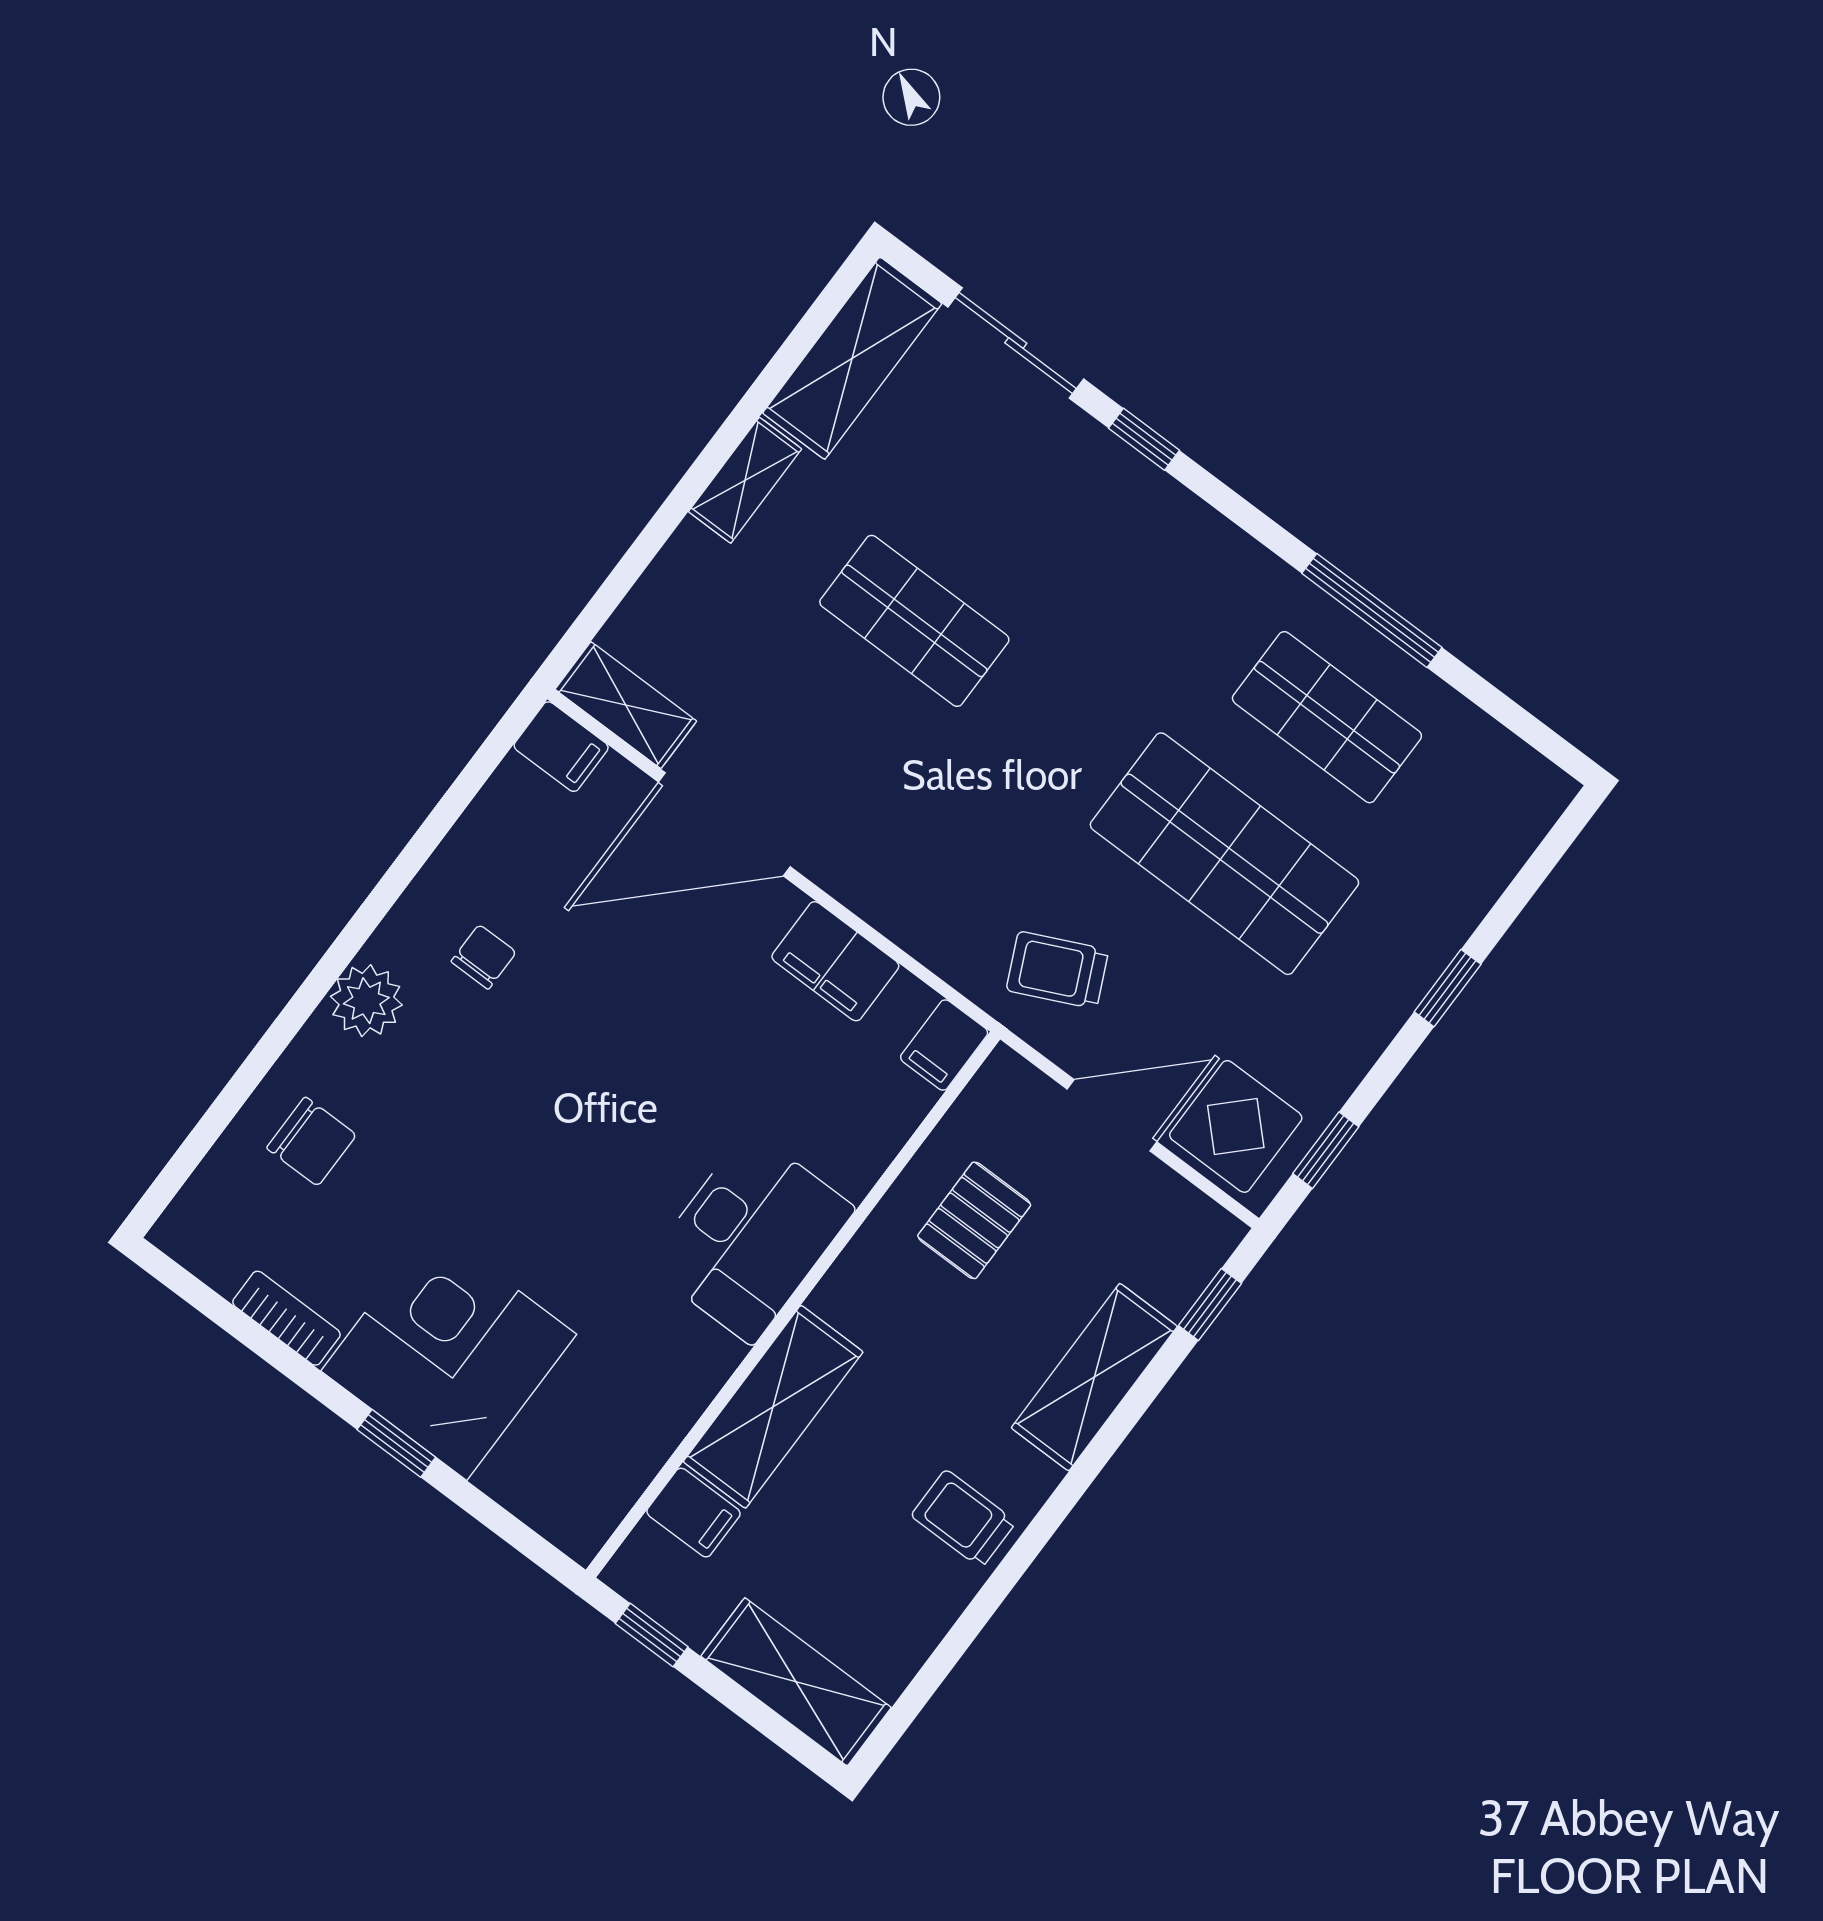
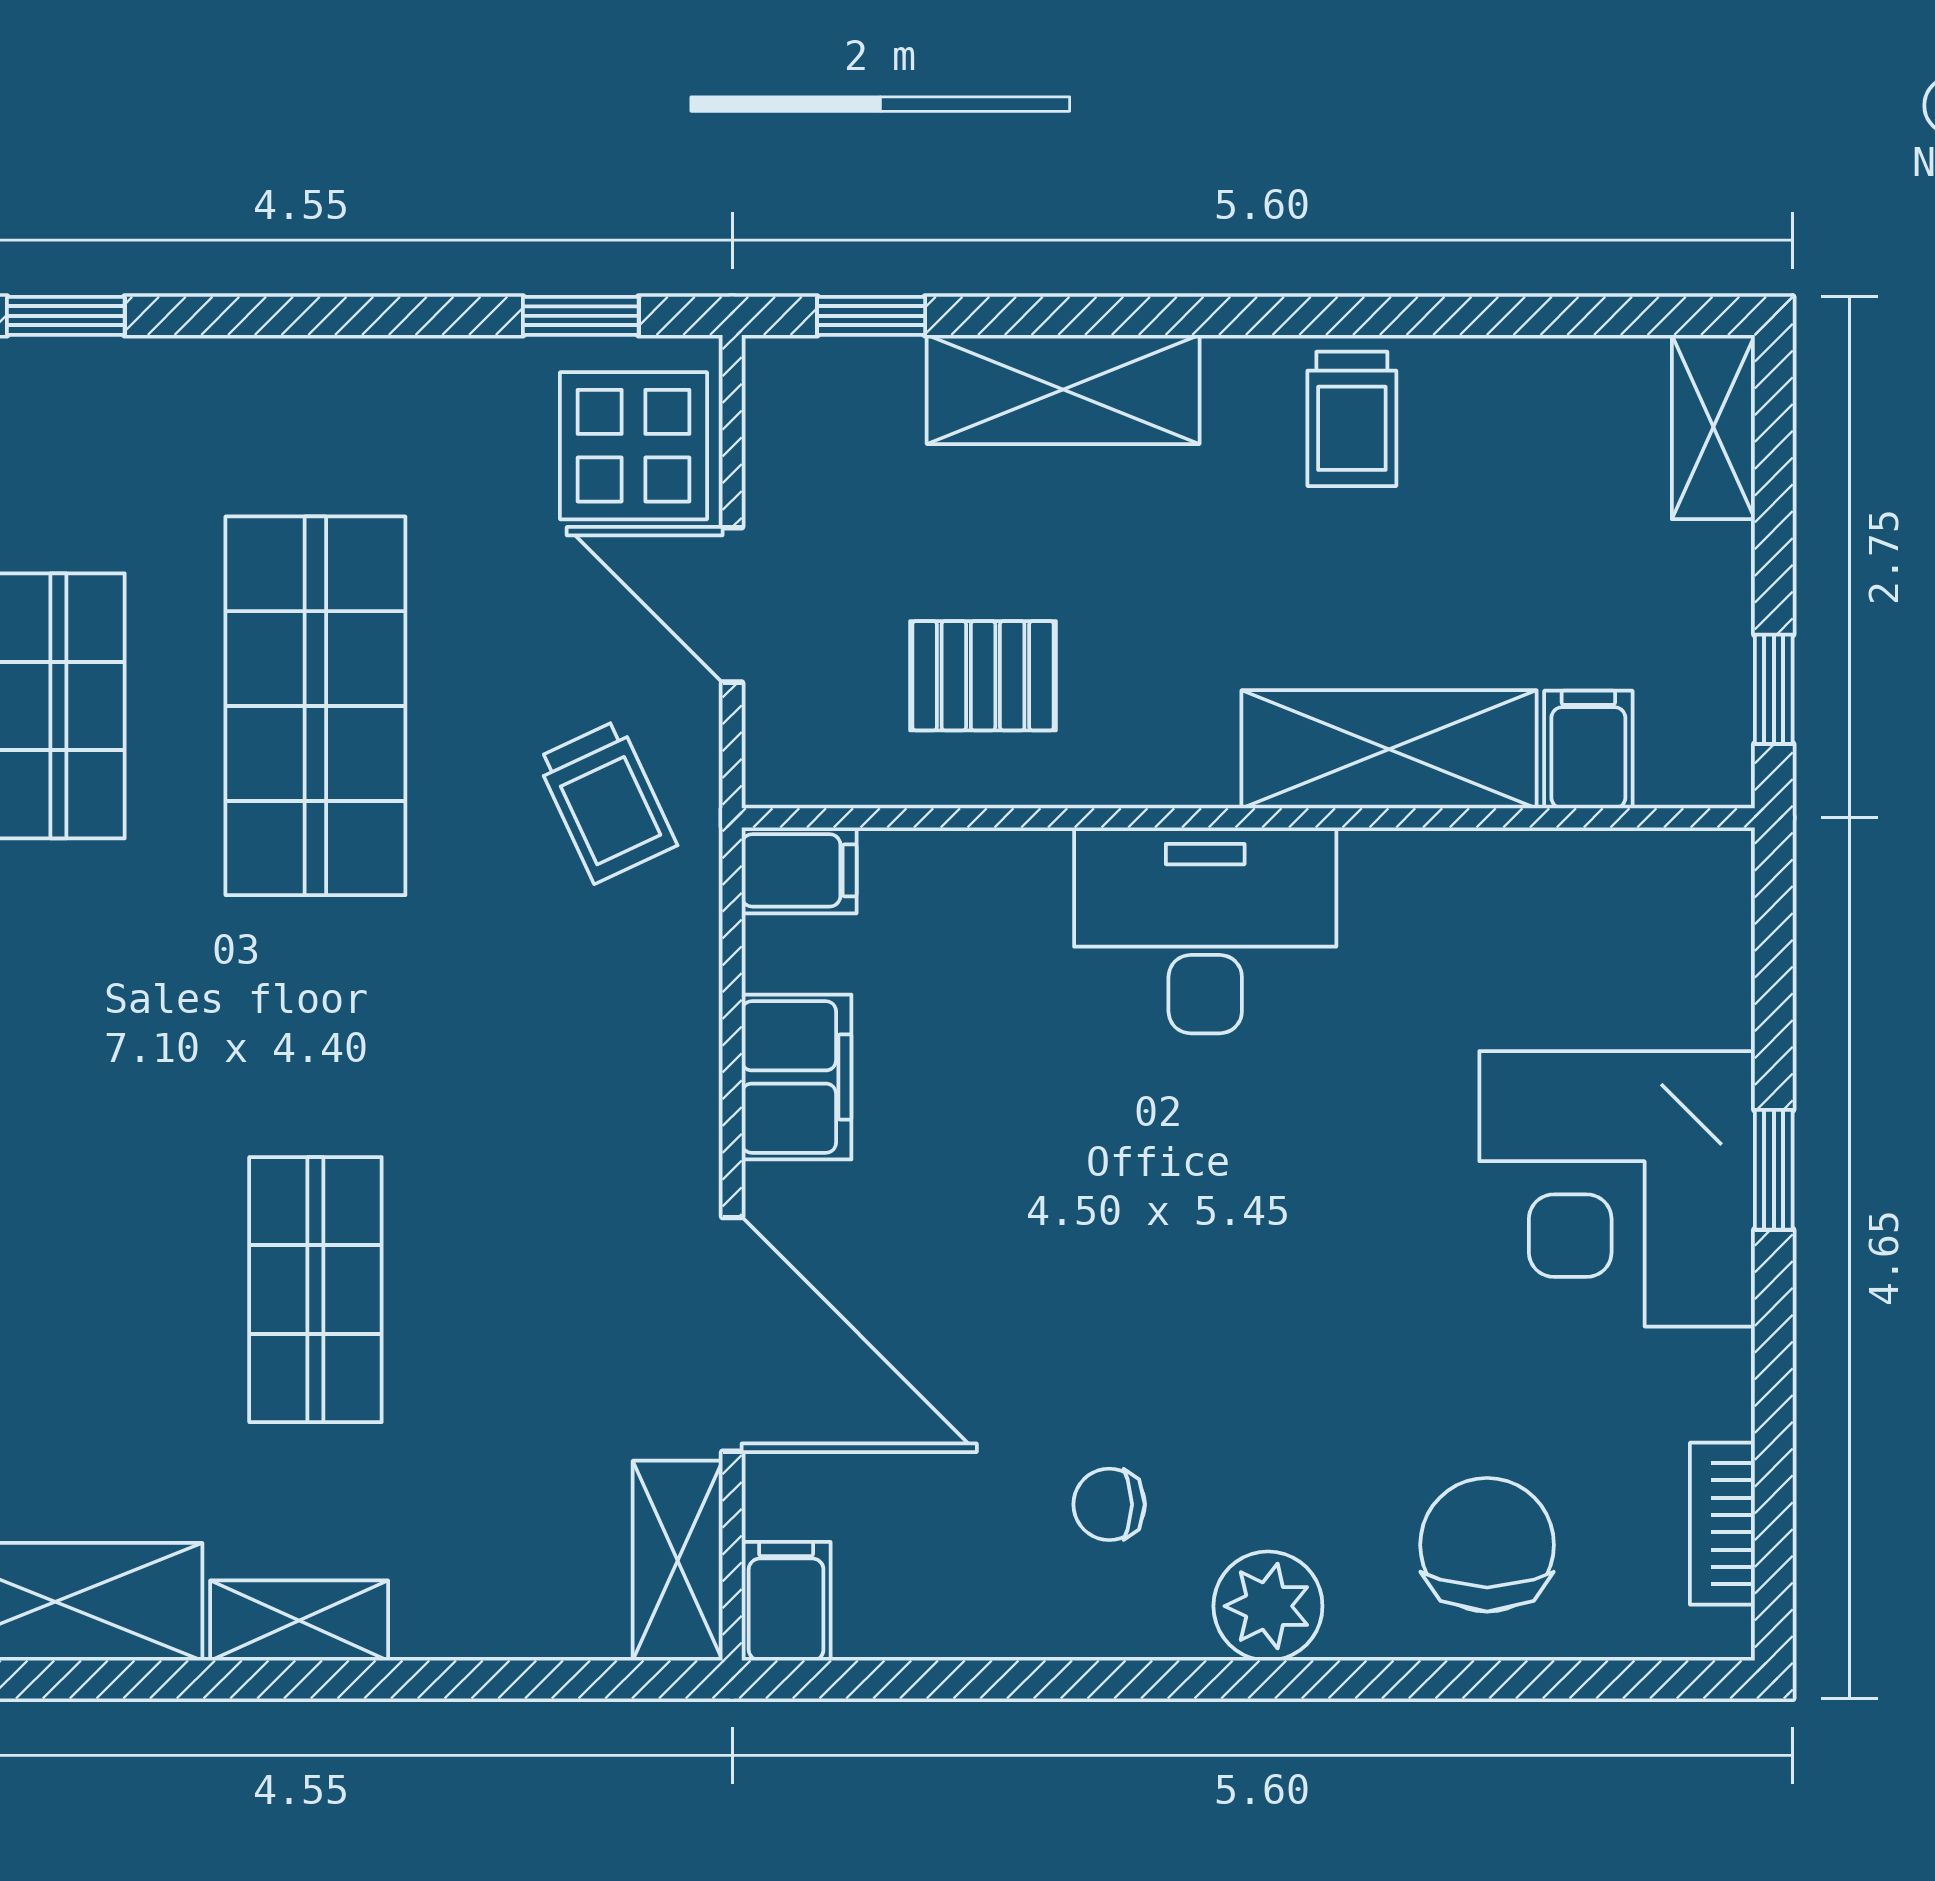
window: (1448, 988) -> (66, 316), moved
chair: (311, 1142) -> (1487, 1545), width x1.37, depth x1.37
bookcase: (286, 1318) -> (1722, 1524), moved
shelving: (796, 1682) -> (1713, 427), width x0.67, depth x0.75

